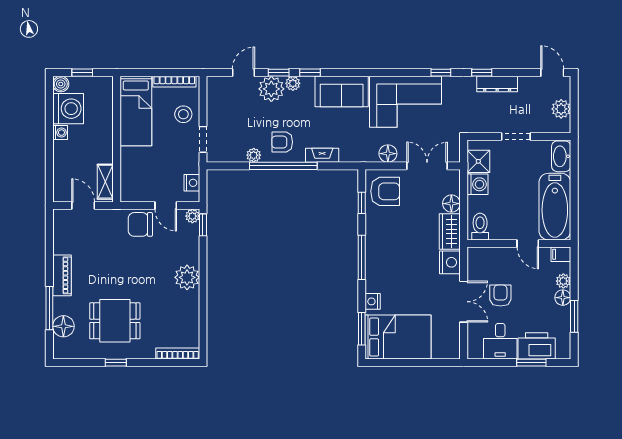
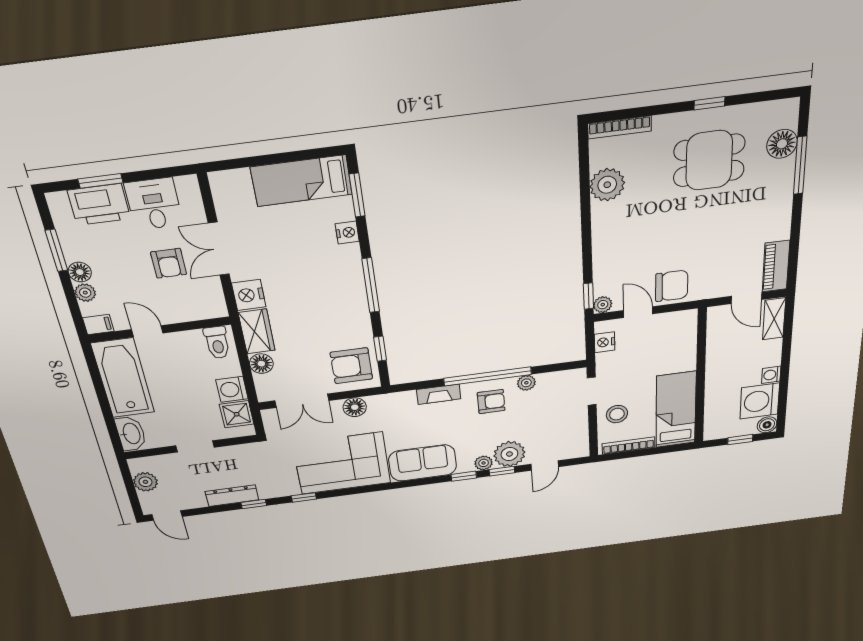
shelving: (105, 182) -> (774, 319), moved
piano: (62, 275) -> (776, 266), moved
plant: (187, 277) -> (607, 185), moved
bed: (398, 337) -> (301, 181), width x0.67

